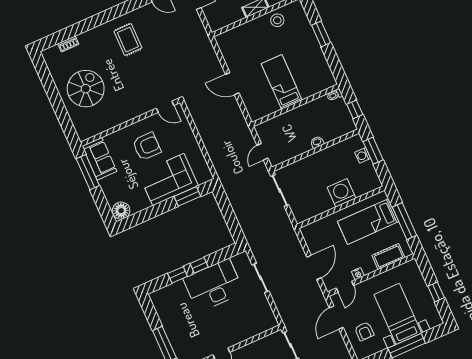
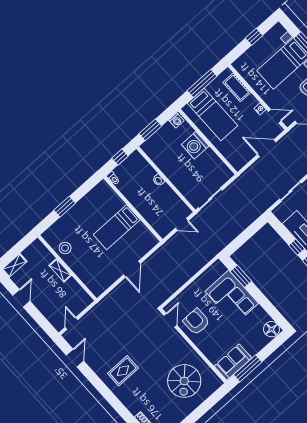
spiral stairs: (86, 89) -> (184, 381), moved, turned -90
armchair: (147, 146) -> (196, 322), moved
washing machine: (363, 155) -> (176, 120), moved

